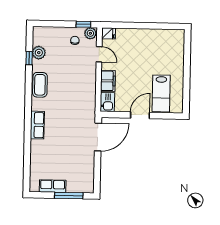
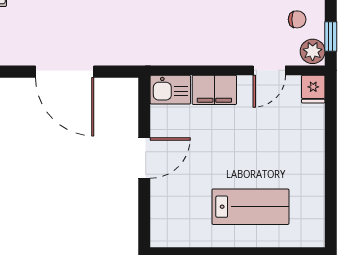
lab bench: (161, 93) -> (250, 207), moved, turned 180
door: (140, 115) -> (144, 158), hinge flipped
door: (98, 137) -> (65, 72), moved

